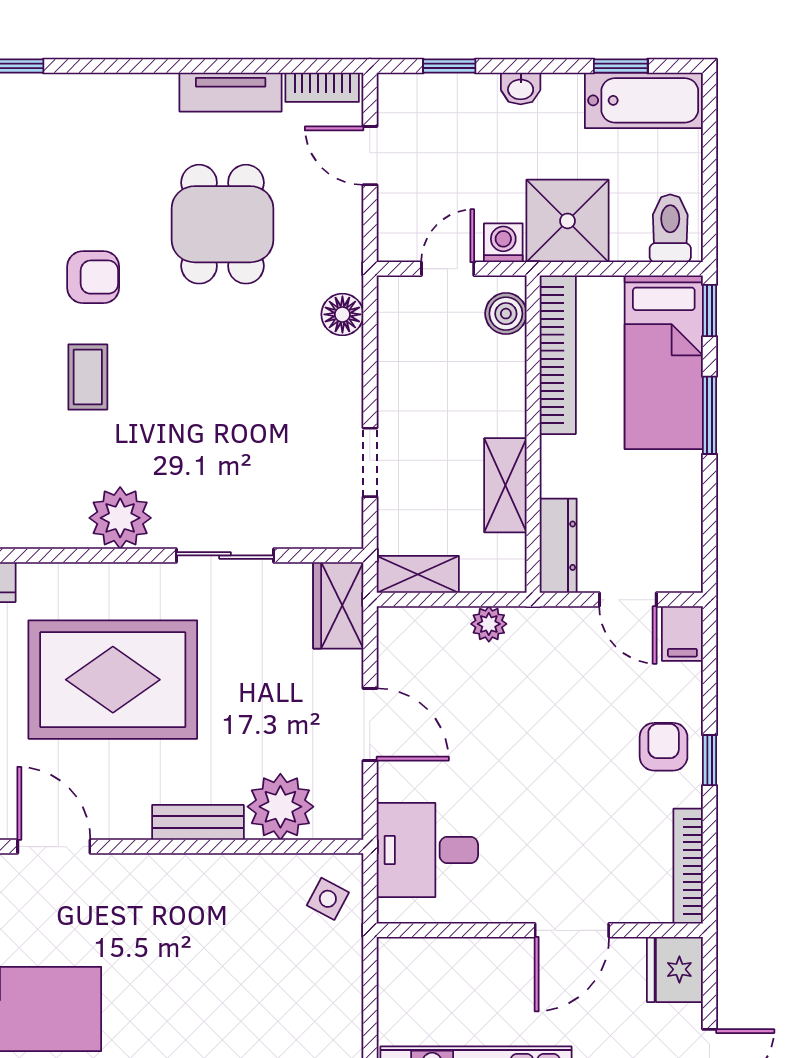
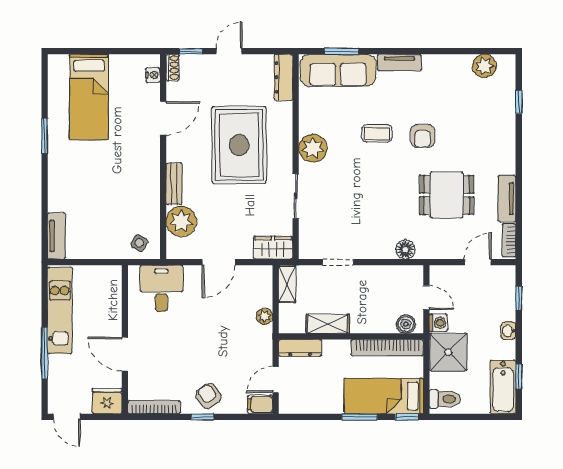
armchair: (664, 747) -> (209, 396), turned -125

